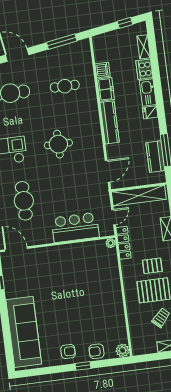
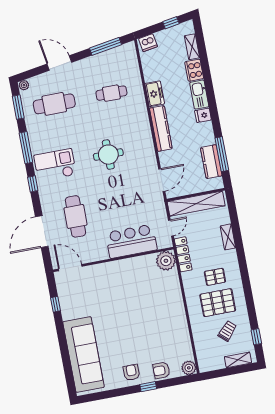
dishwasher: (103, 70) -> (148, 43), moved, turned 81
plant: (111, 243) -> (166, 261), width x1.88, depth x1.88
armchair: (68, 352) -> (131, 372), turned -90

